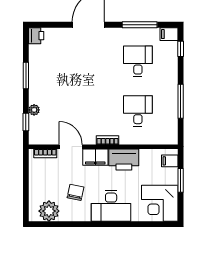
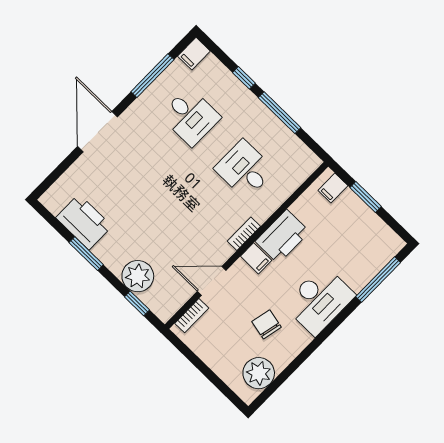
printer: (36, 36) -> (84, 222), moved, width x1.87, depth x1.48
window: (181, 49) -> (244, 78), moved
desk: (138, 61) -> (190, 116), turned 180
plant: (34, 110) -> (138, 276), width x1.88, depth x1.88
filing cabinet: (95, 157) -> (256, 258), width x0.50
corner desk: (160, 203) -> (368, 244), removed
window: (148, 224) -> (378, 280), added

